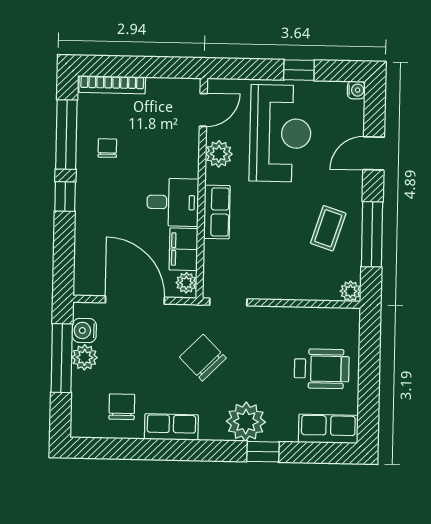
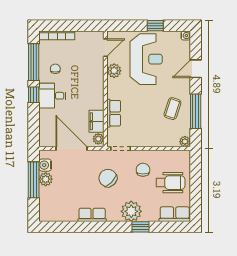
desk: (173, 202) -> (52, 96), moved, turned 180
row of seats: (217, 212) -> (114, 113), moved
chair: (122, 407) -> (143, 170), moved

